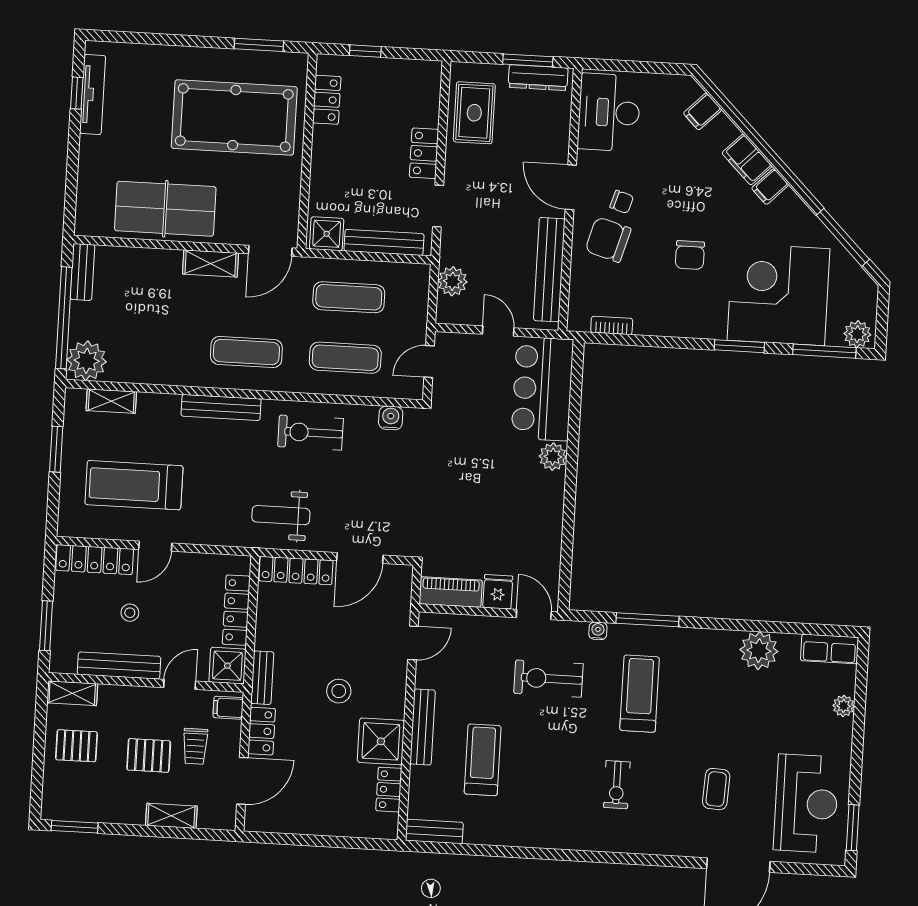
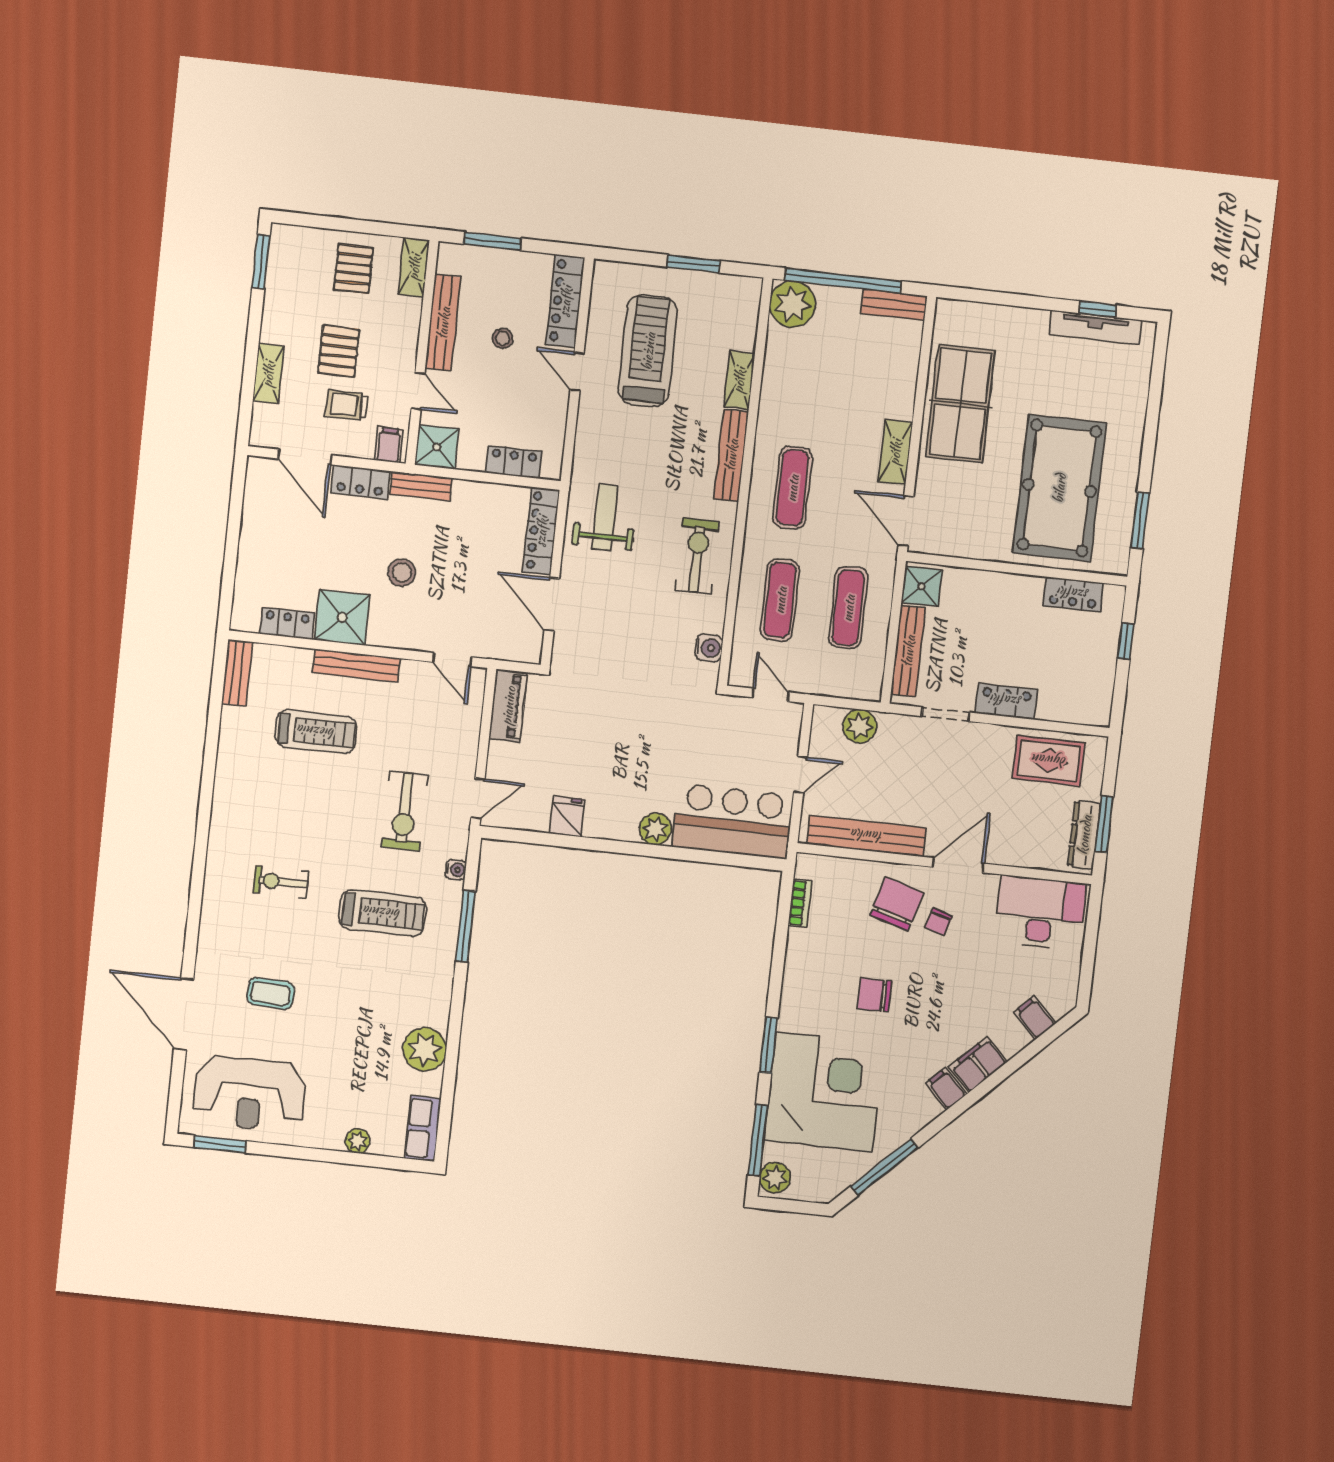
shelving: (111, 401) -> (739, 380), moved
fridge: (498, 592) -> (567, 816), moved, turned -90
locker: (236, 610) -> (514, 462), width x0.66
exercise bike: (548, 679) -> (404, 811), turned 180

